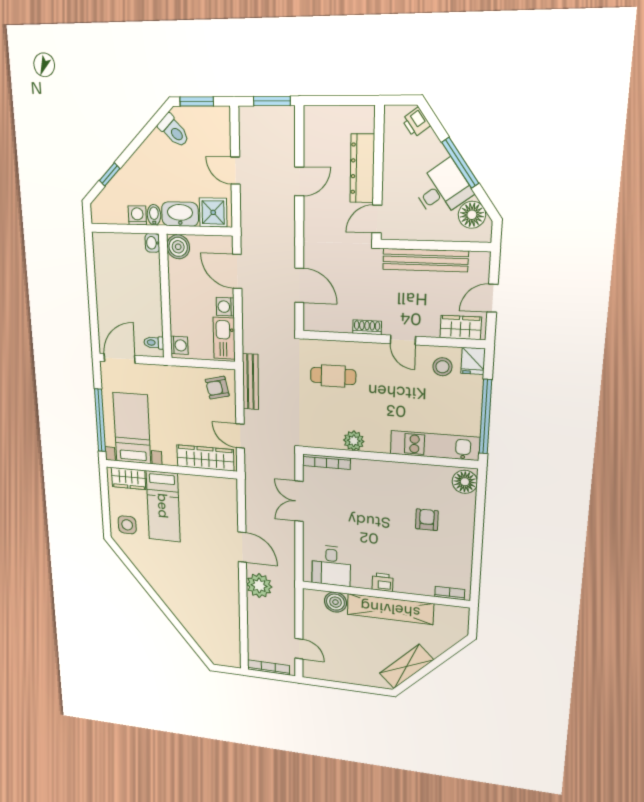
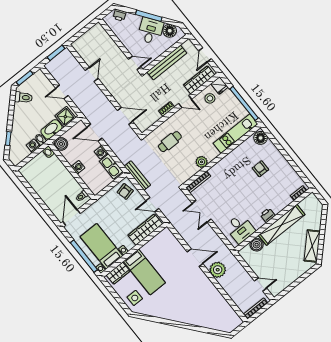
dresser: (362, 168) -> (113, 49), removed
door: (377, 219) -> (135, 63), swing flipped
wardrobe: (461, 327) -> (199, 80), width x1.50
washing machine: (179, 345) -> (78, 167), moved

